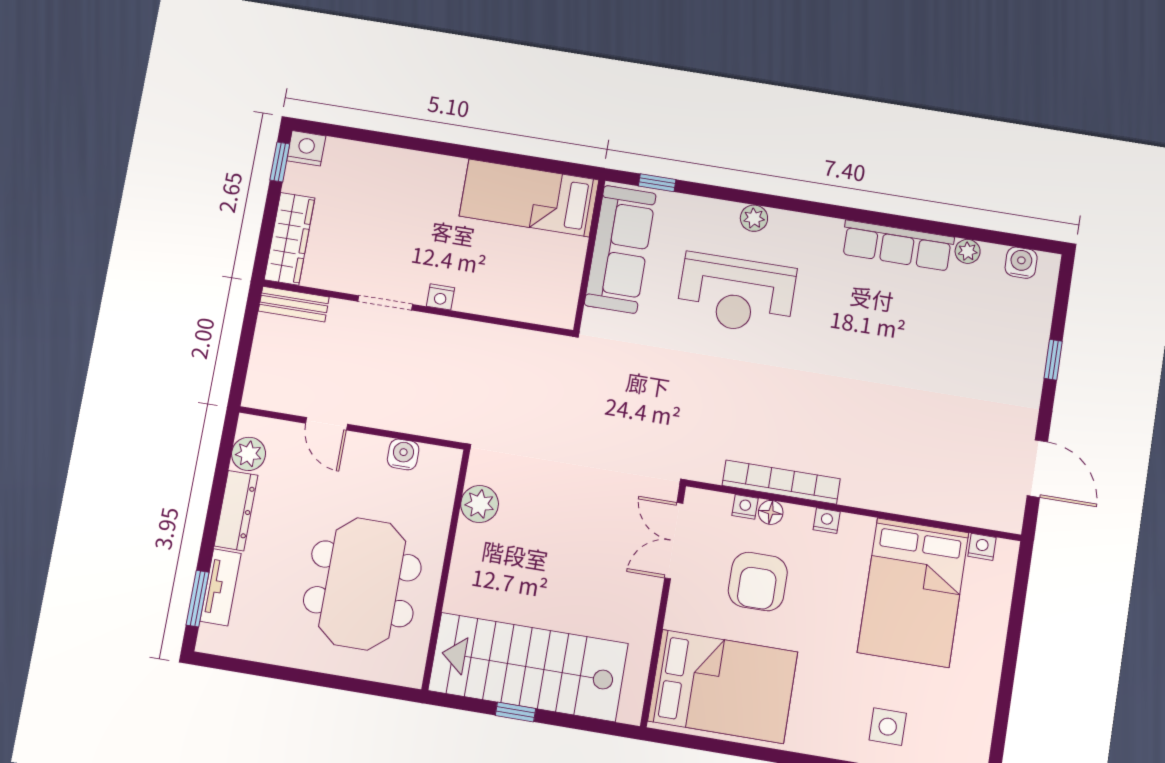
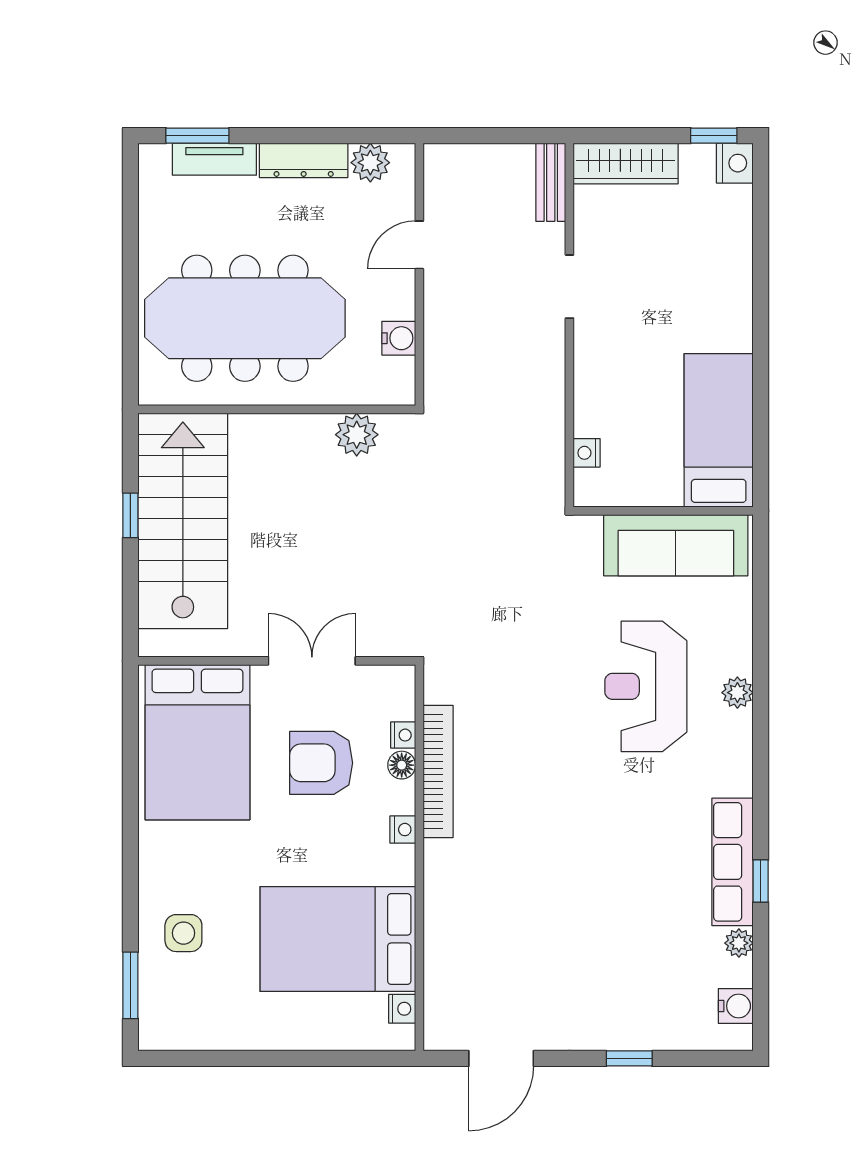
window: (657, 183) -> (761, 881), moved
nightstand: (440, 297) -> (587, 453), moved
double door: (674, 541) -> (312, 661), moved
meeting table: (362, 584) -> (245, 318), width x1.36

